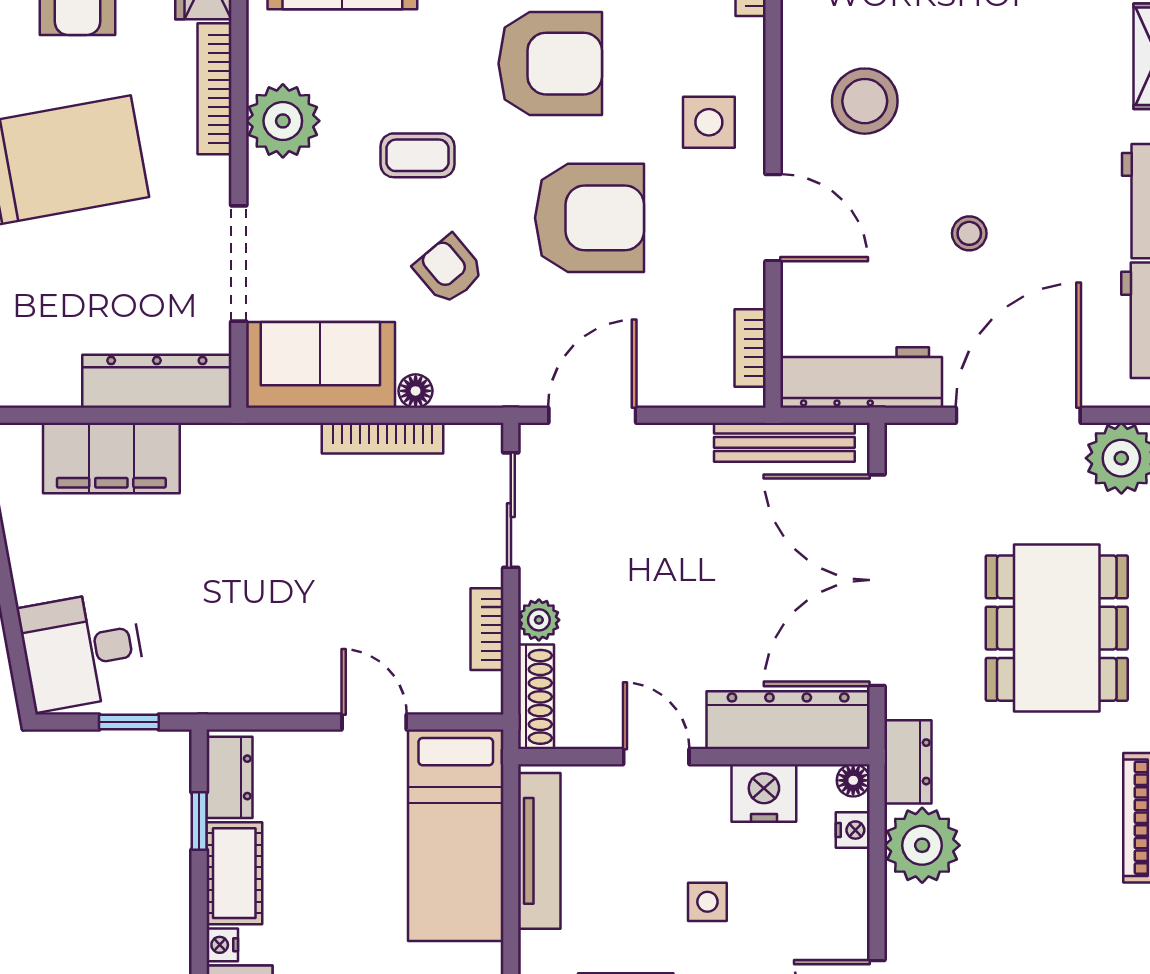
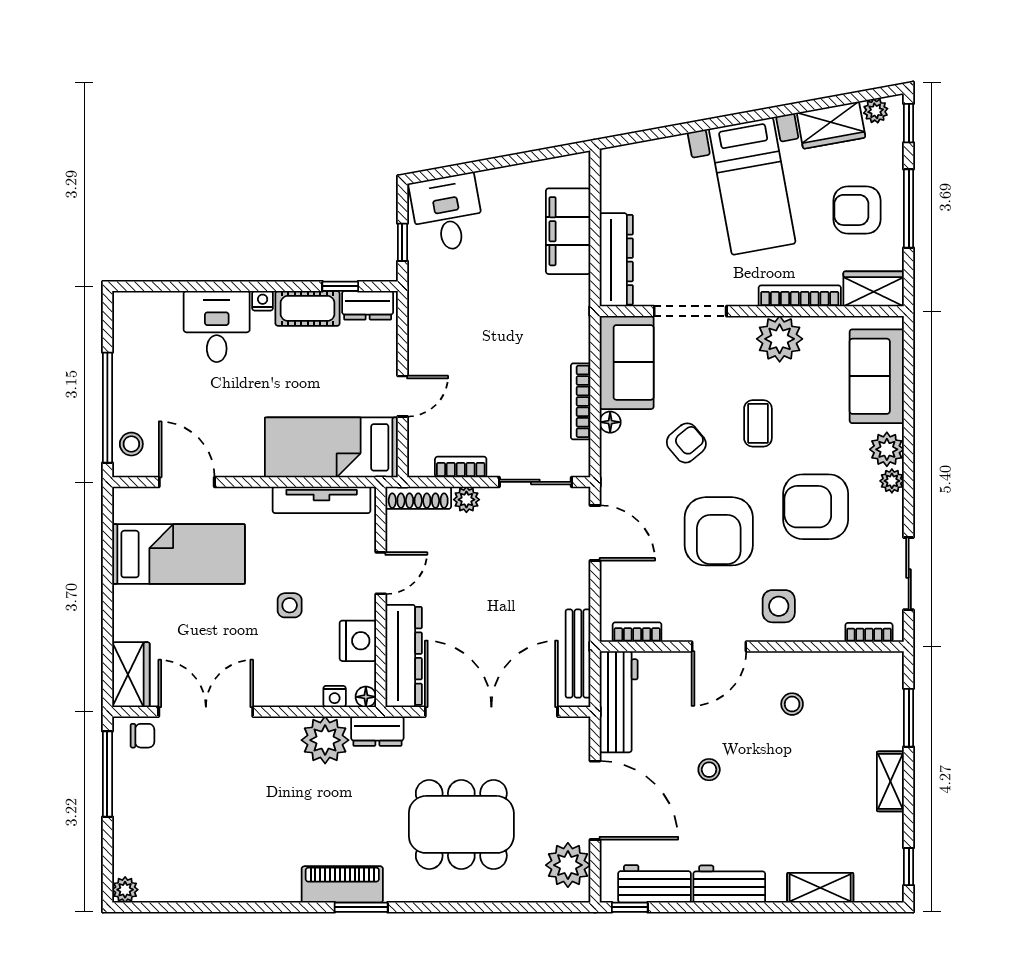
armchair: (550, 64) -> (816, 507), turned 90
stool: (865, 101) -> (792, 704), width x0.53, depth x0.53

